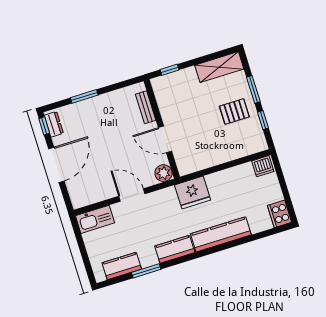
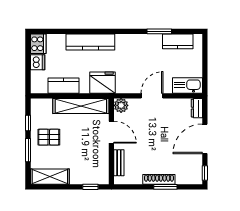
shoe rack: (94, 103) -> (159, 179), added
dresser: (54, 124) -> (197, 108), moved
shelving: (209, 158) -> (81, 106), added
dishwasher: (263, 166) -> (38, 62), moved, turned 90
door: (132, 195) -> (152, 96), swing flipped
kitchen counter: (175, 249) -> (64, 86), moved, turned 180

